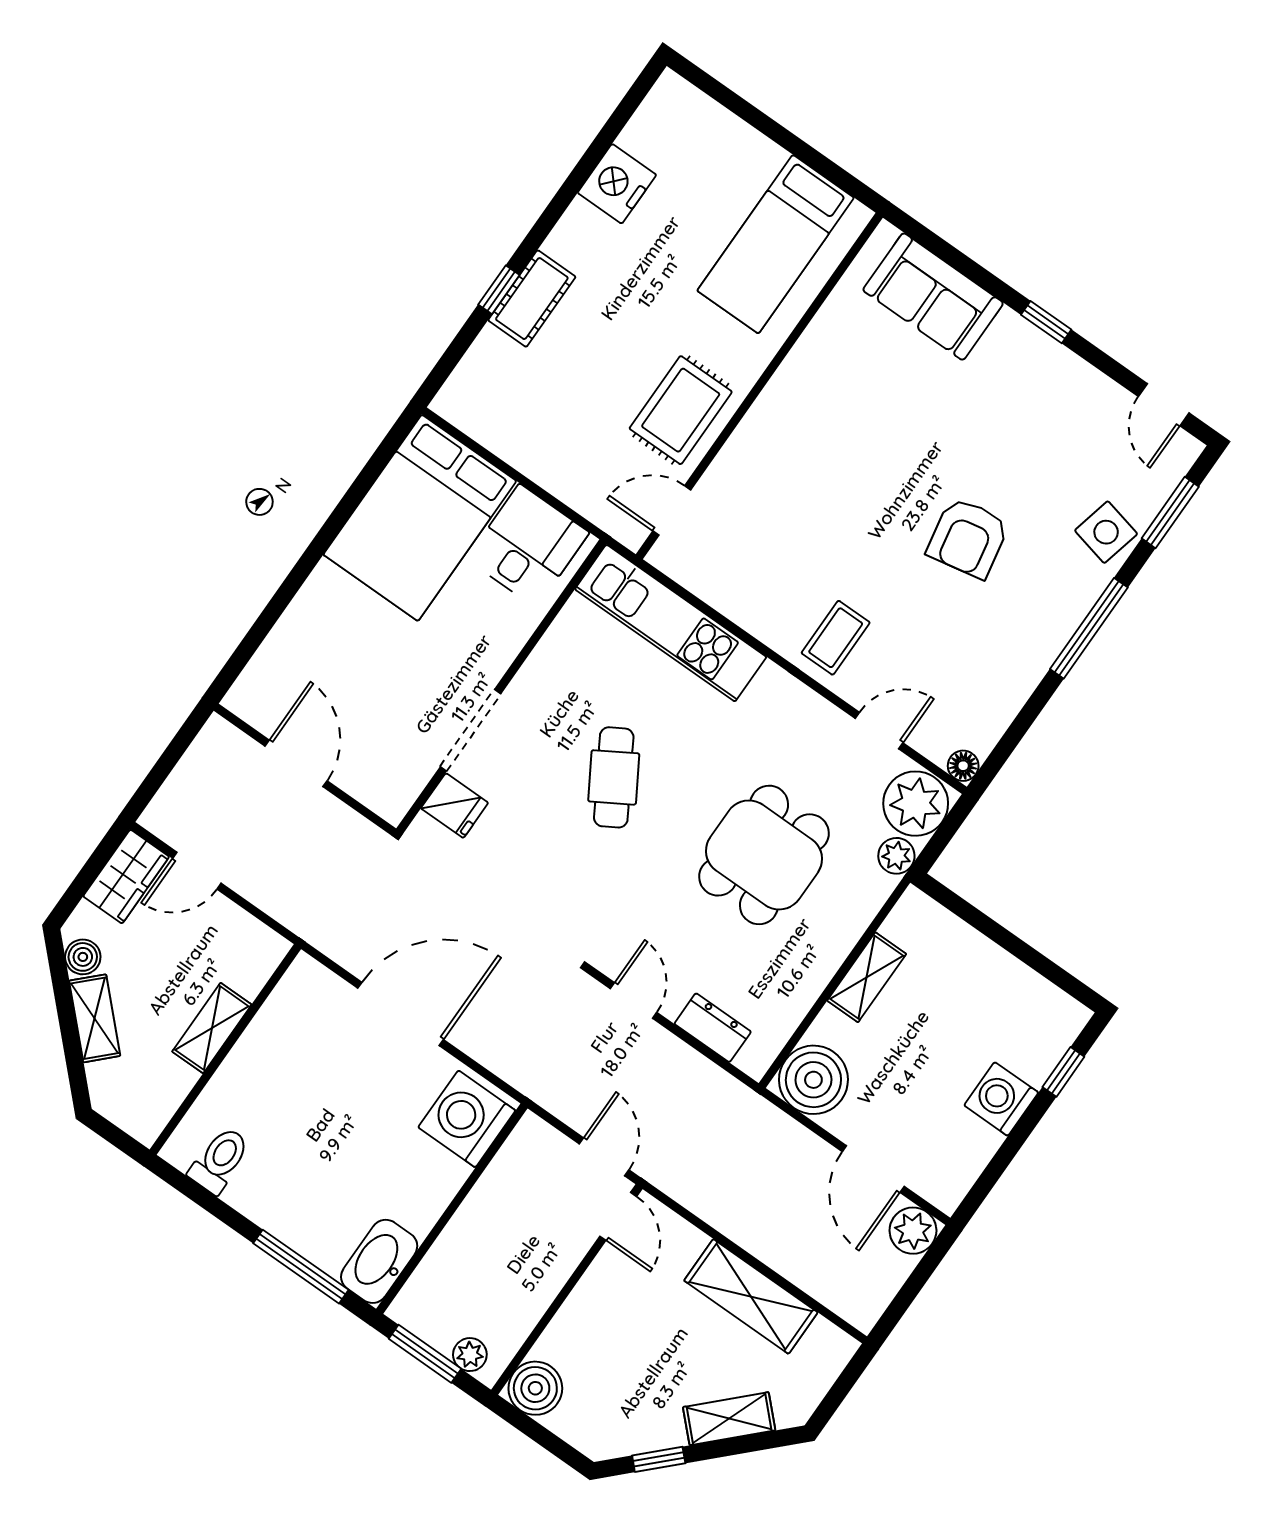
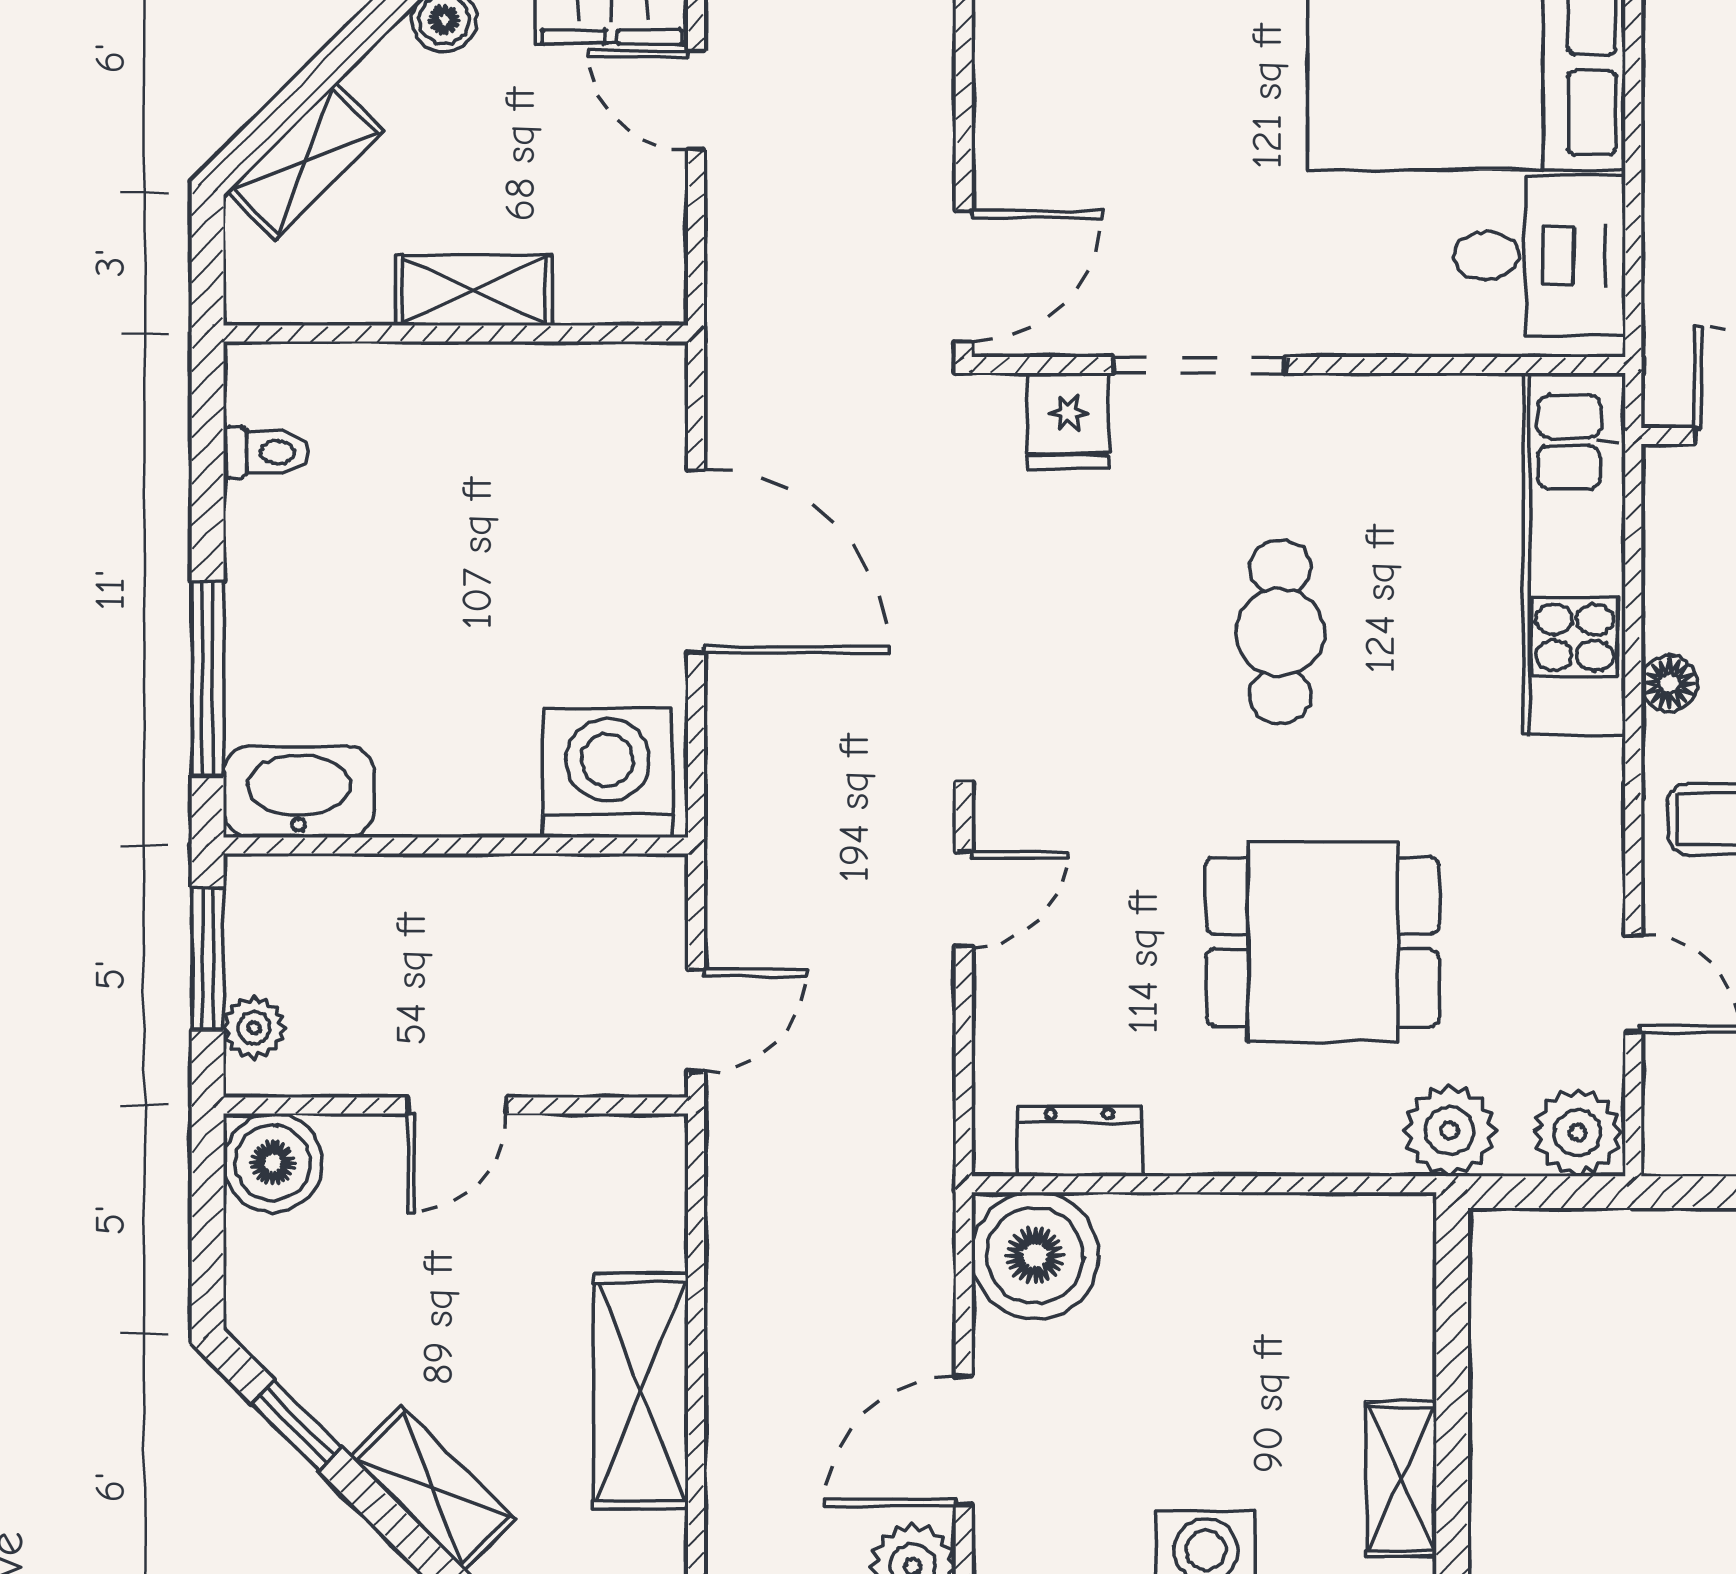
door: (296, 763) -> (964, 276), moved
floor lamp: (963, 766) -> (1669, 684), moved
cafe table: (614, 777) -> (1280, 632), turned -59
plant: (916, 804) -> (1577, 1132), width x0.73, depth x0.73
plant: (896, 856) -> (1449, 1130), width x1.38, depth x1.38
shelving: (867, 977) -> (1401, 1479), moved, turned 90
shelving: (95, 1018) -> (305, 161), moved
dresser: (713, 1028) -> (1079, 1141), moved, turned -90
toilet: (220, 1160) -> (266, 452), width x0.73, depth x0.72
door: (618, 1216) -> (457, 1105), moved

